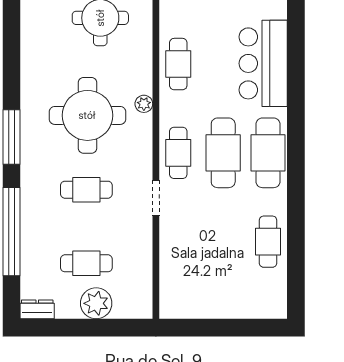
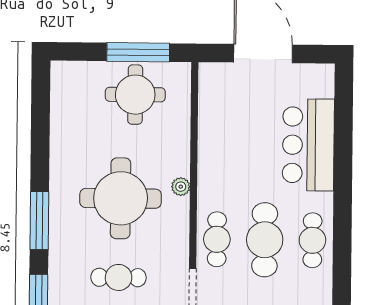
cafe table: (178, 64) -> (218, 145), removed
cafe table: (268, 153) -> (312, 240), width x0.73, depth x0.74

